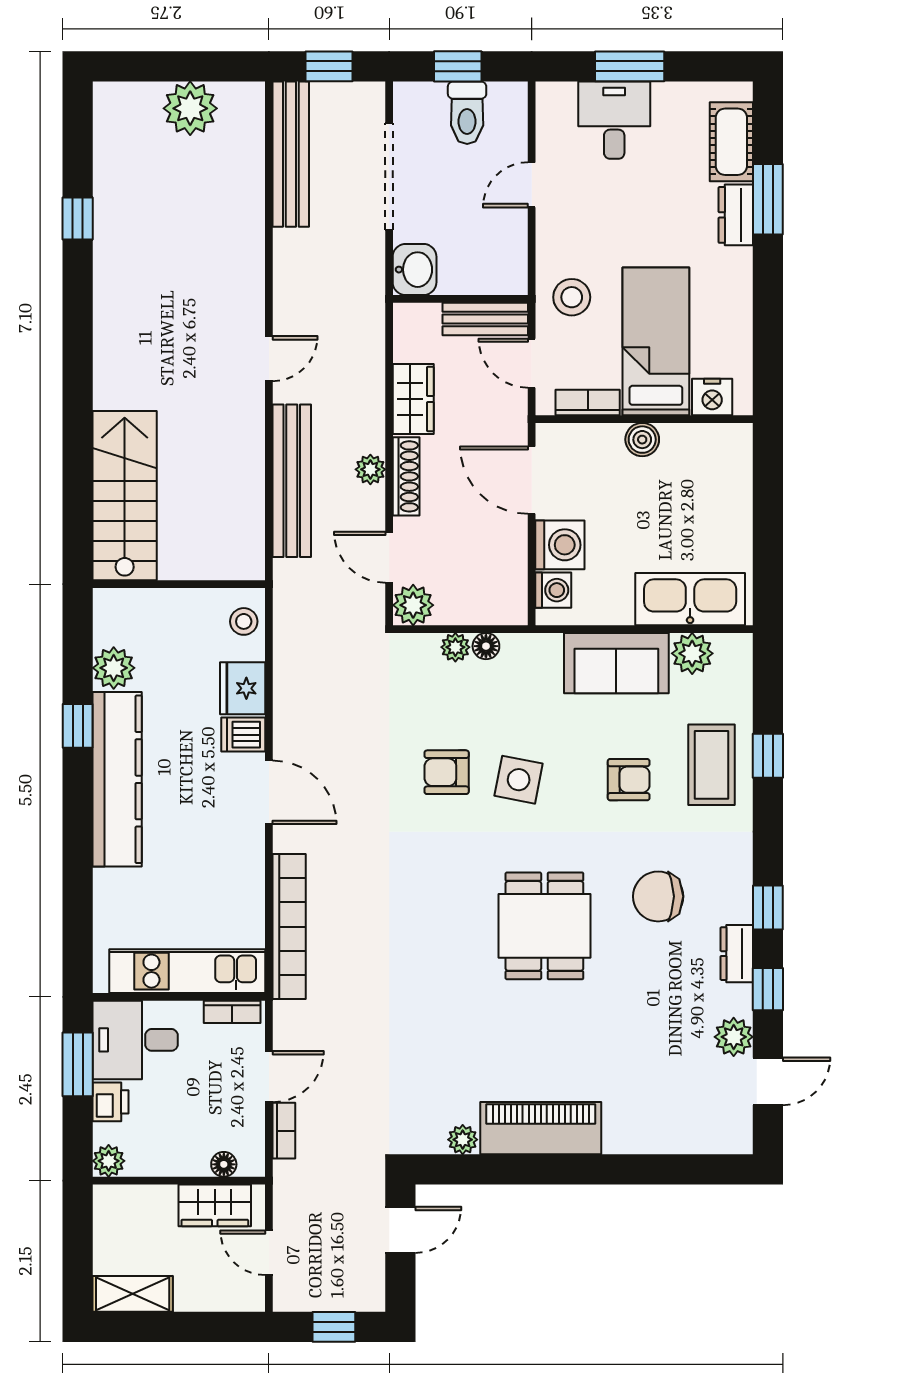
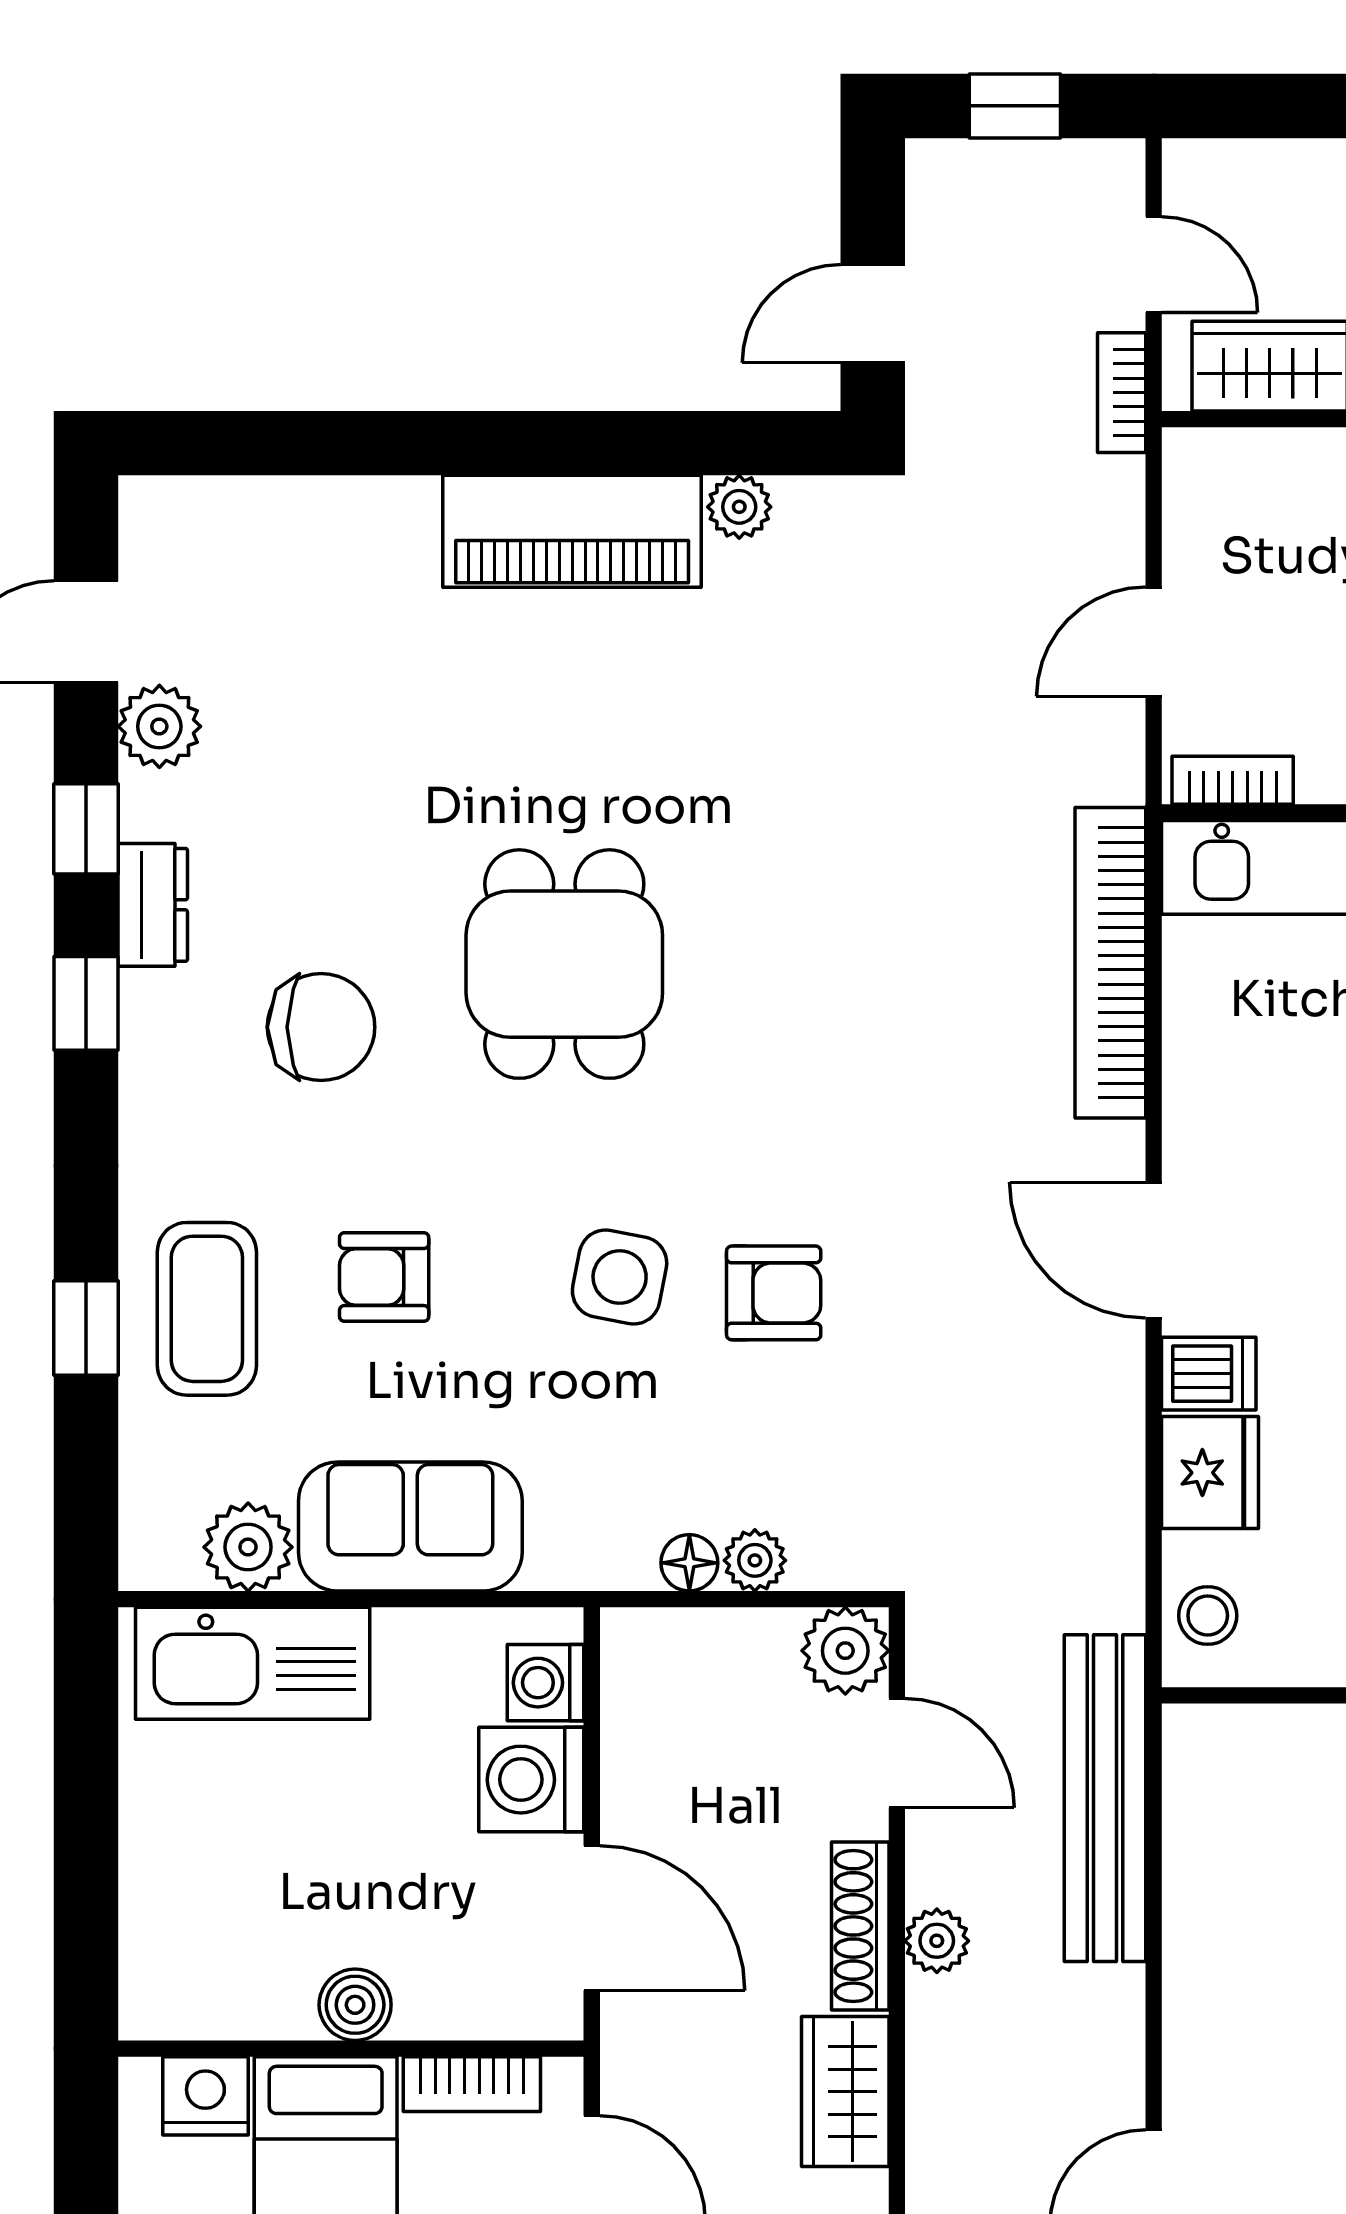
bench: (292, 481) -> (1105, 1798), moved
bookcase: (284, 1131) -> (1122, 393), moved
floor lamp: (224, 1164) -> (1250, 454), removed

